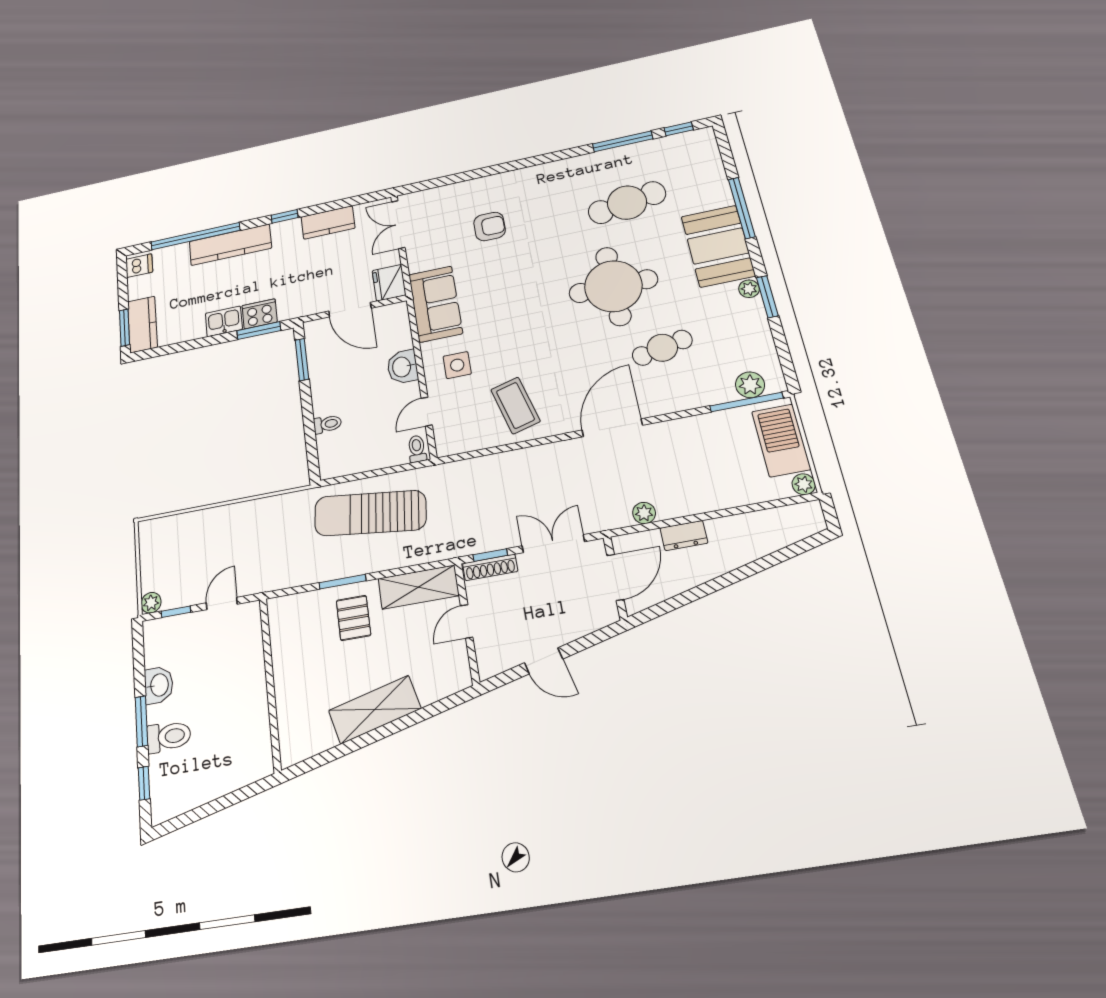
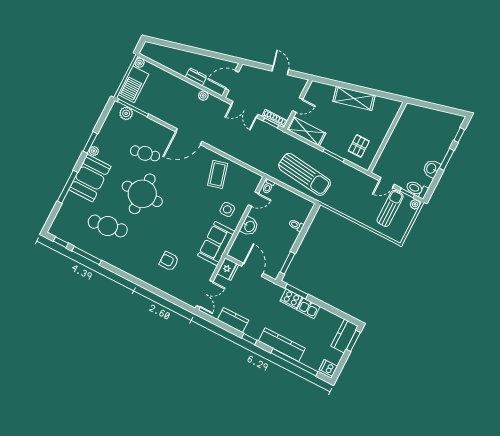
sun lounger: (189, 565) -> (390, 208), added
pallet: (353, 618) -> (359, 146), moved
toilet: (169, 737) -> (417, 189), moved

